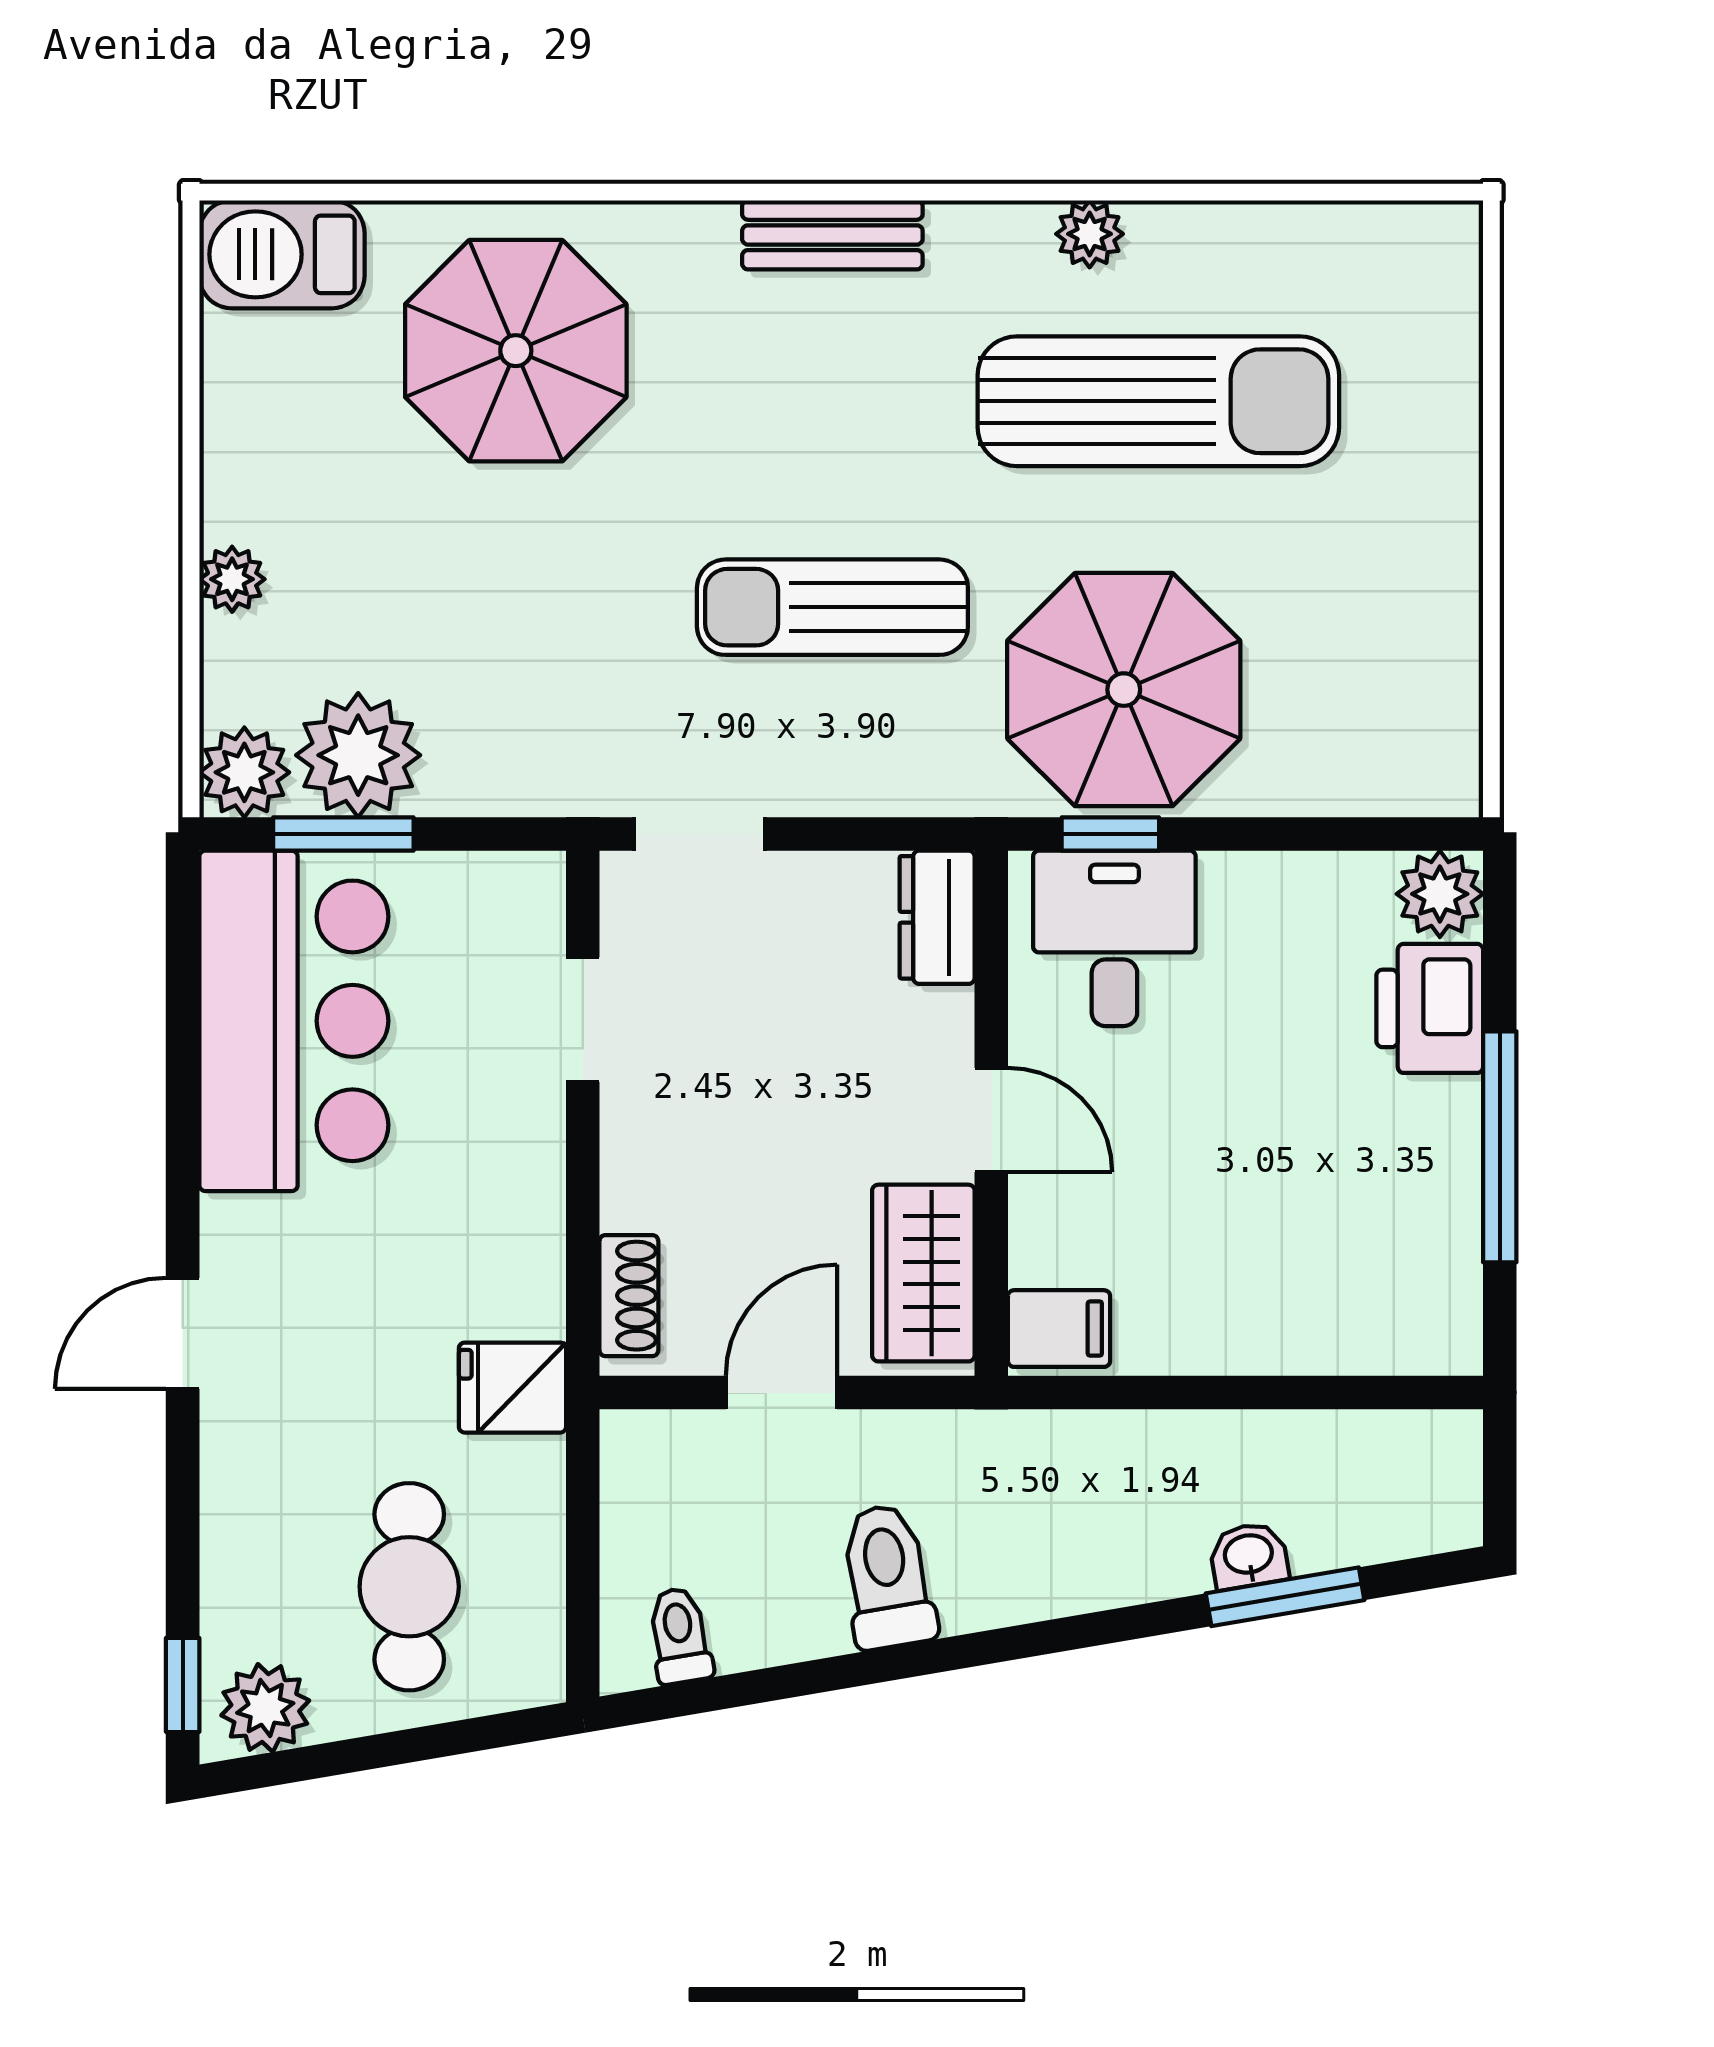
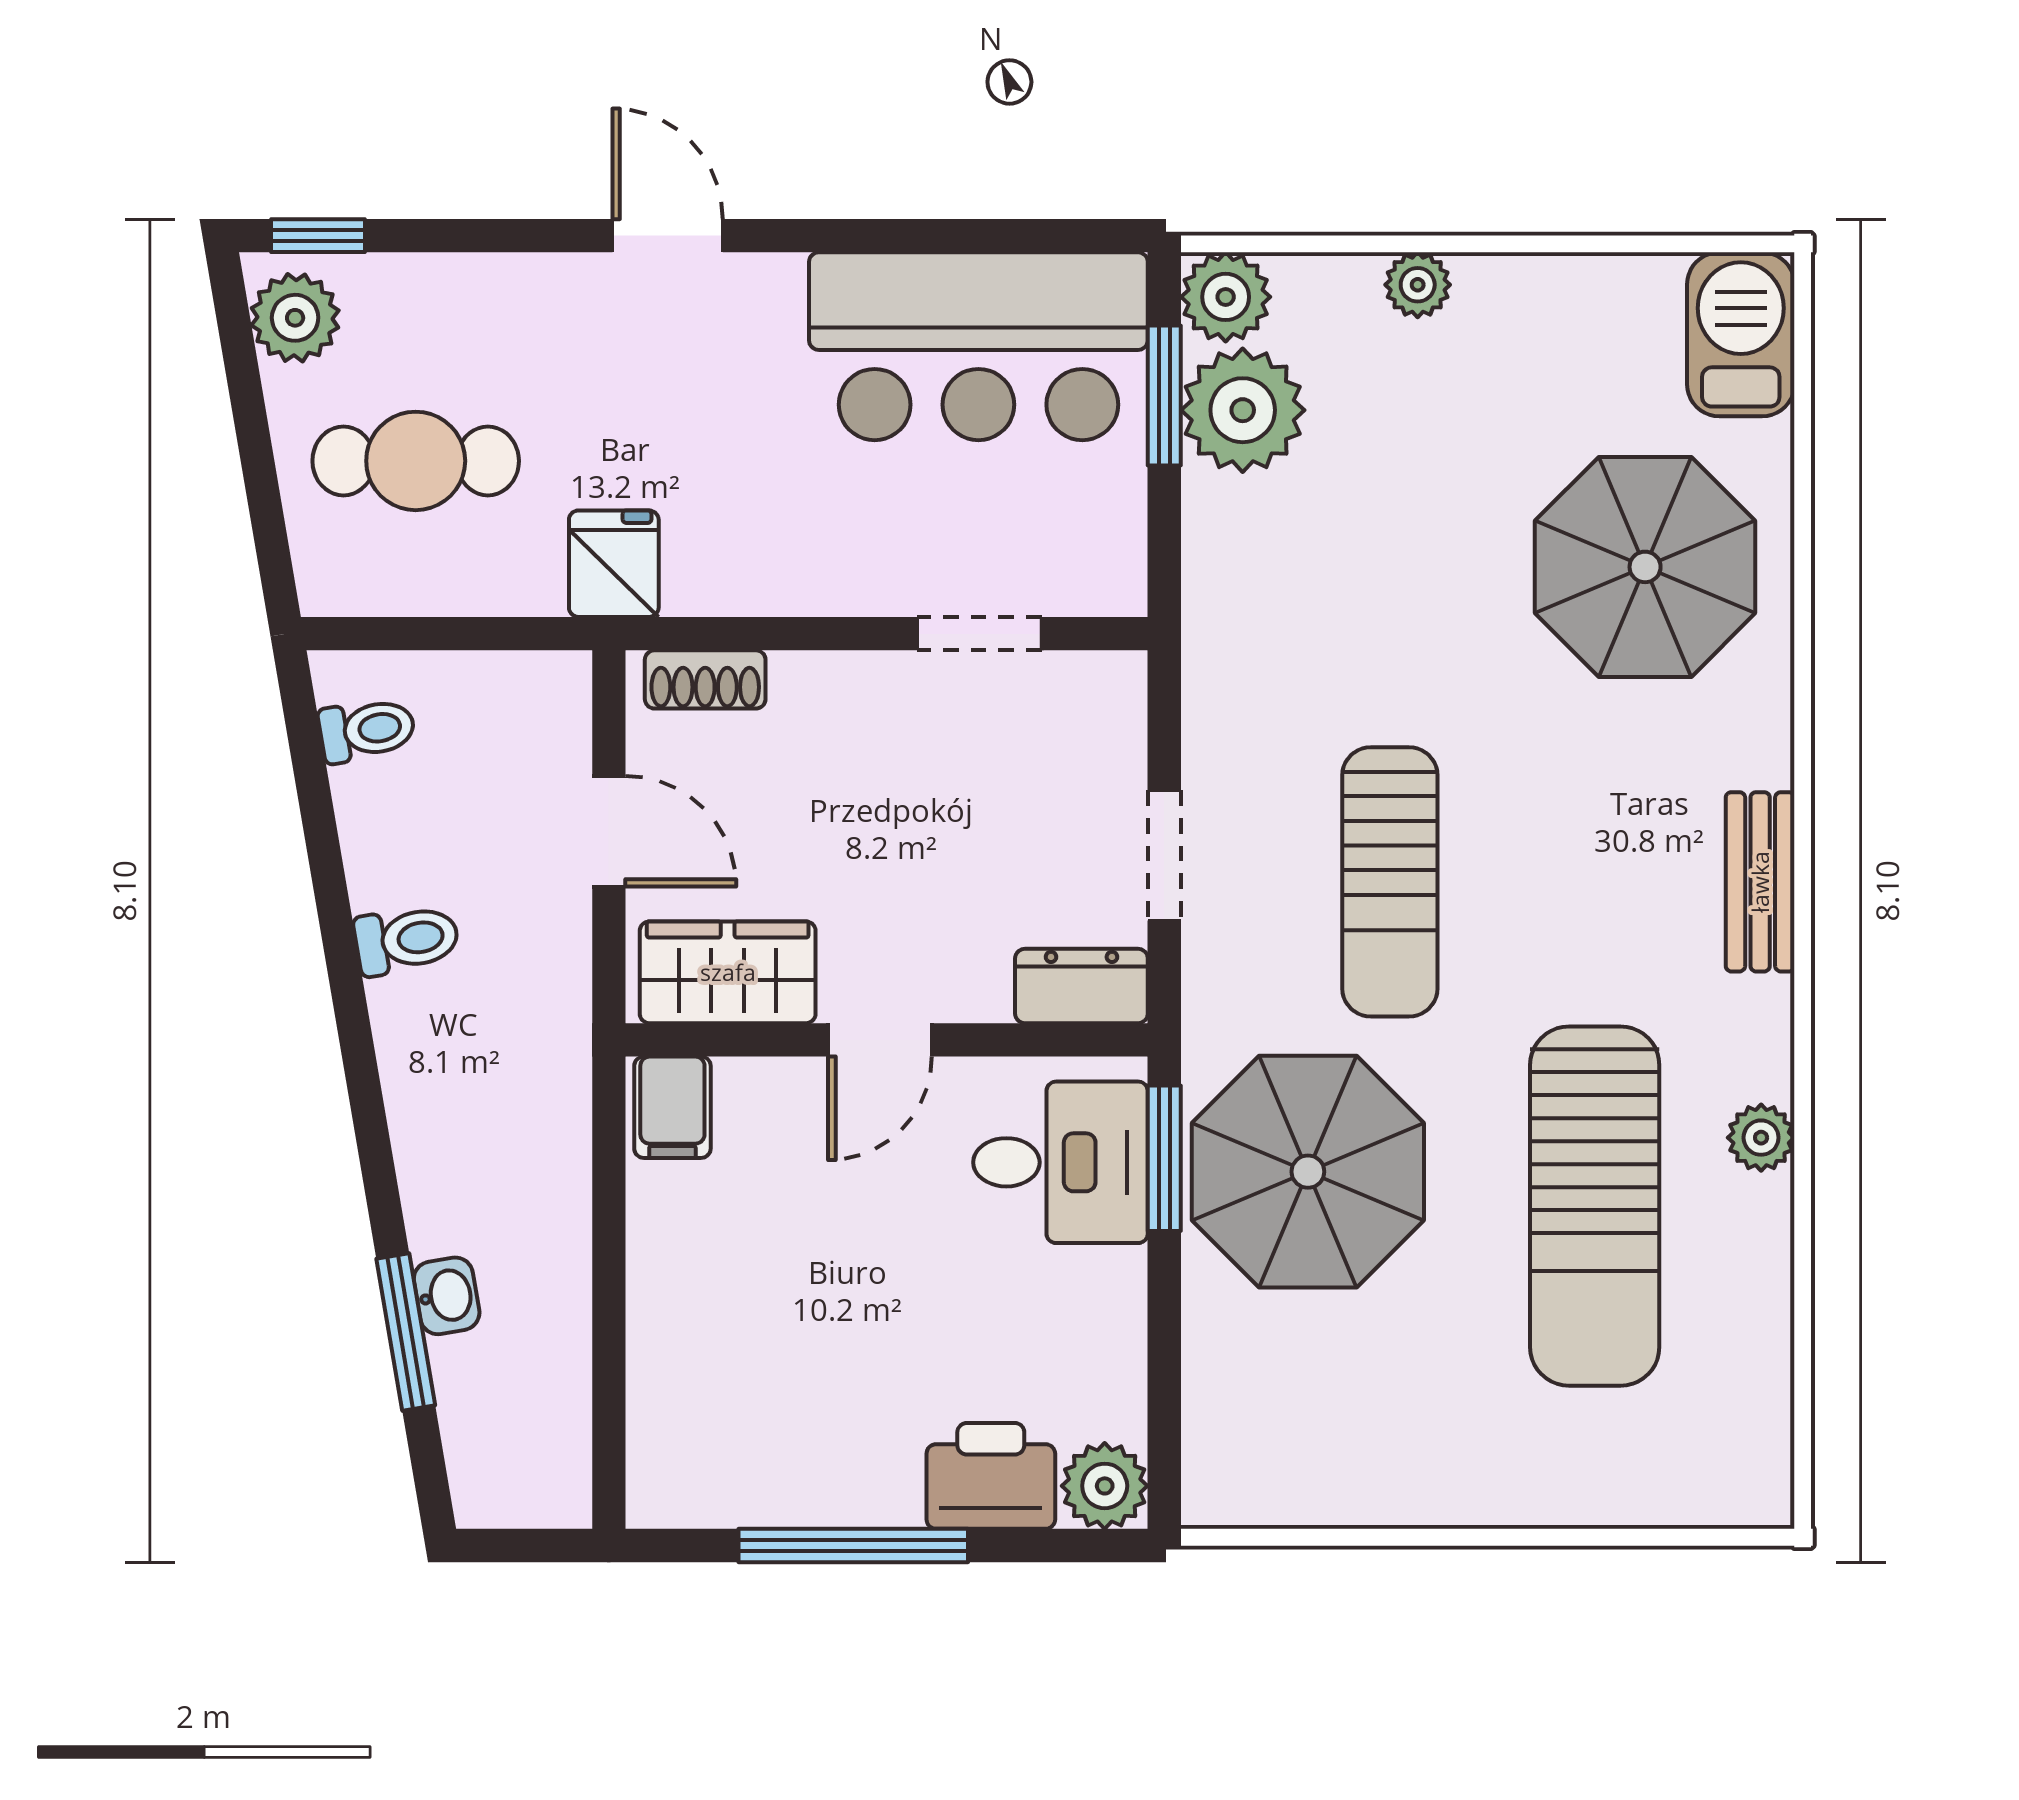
sun lounger: (832, 607) -> (1390, 882), turned 180
doorway: (699, 834) -> (1164, 855), moved
window: (1110, 834) -> (1164, 1158), width x1.50
toilet: (887, 1577) -> (407, 940), width x0.73, depth x0.72

